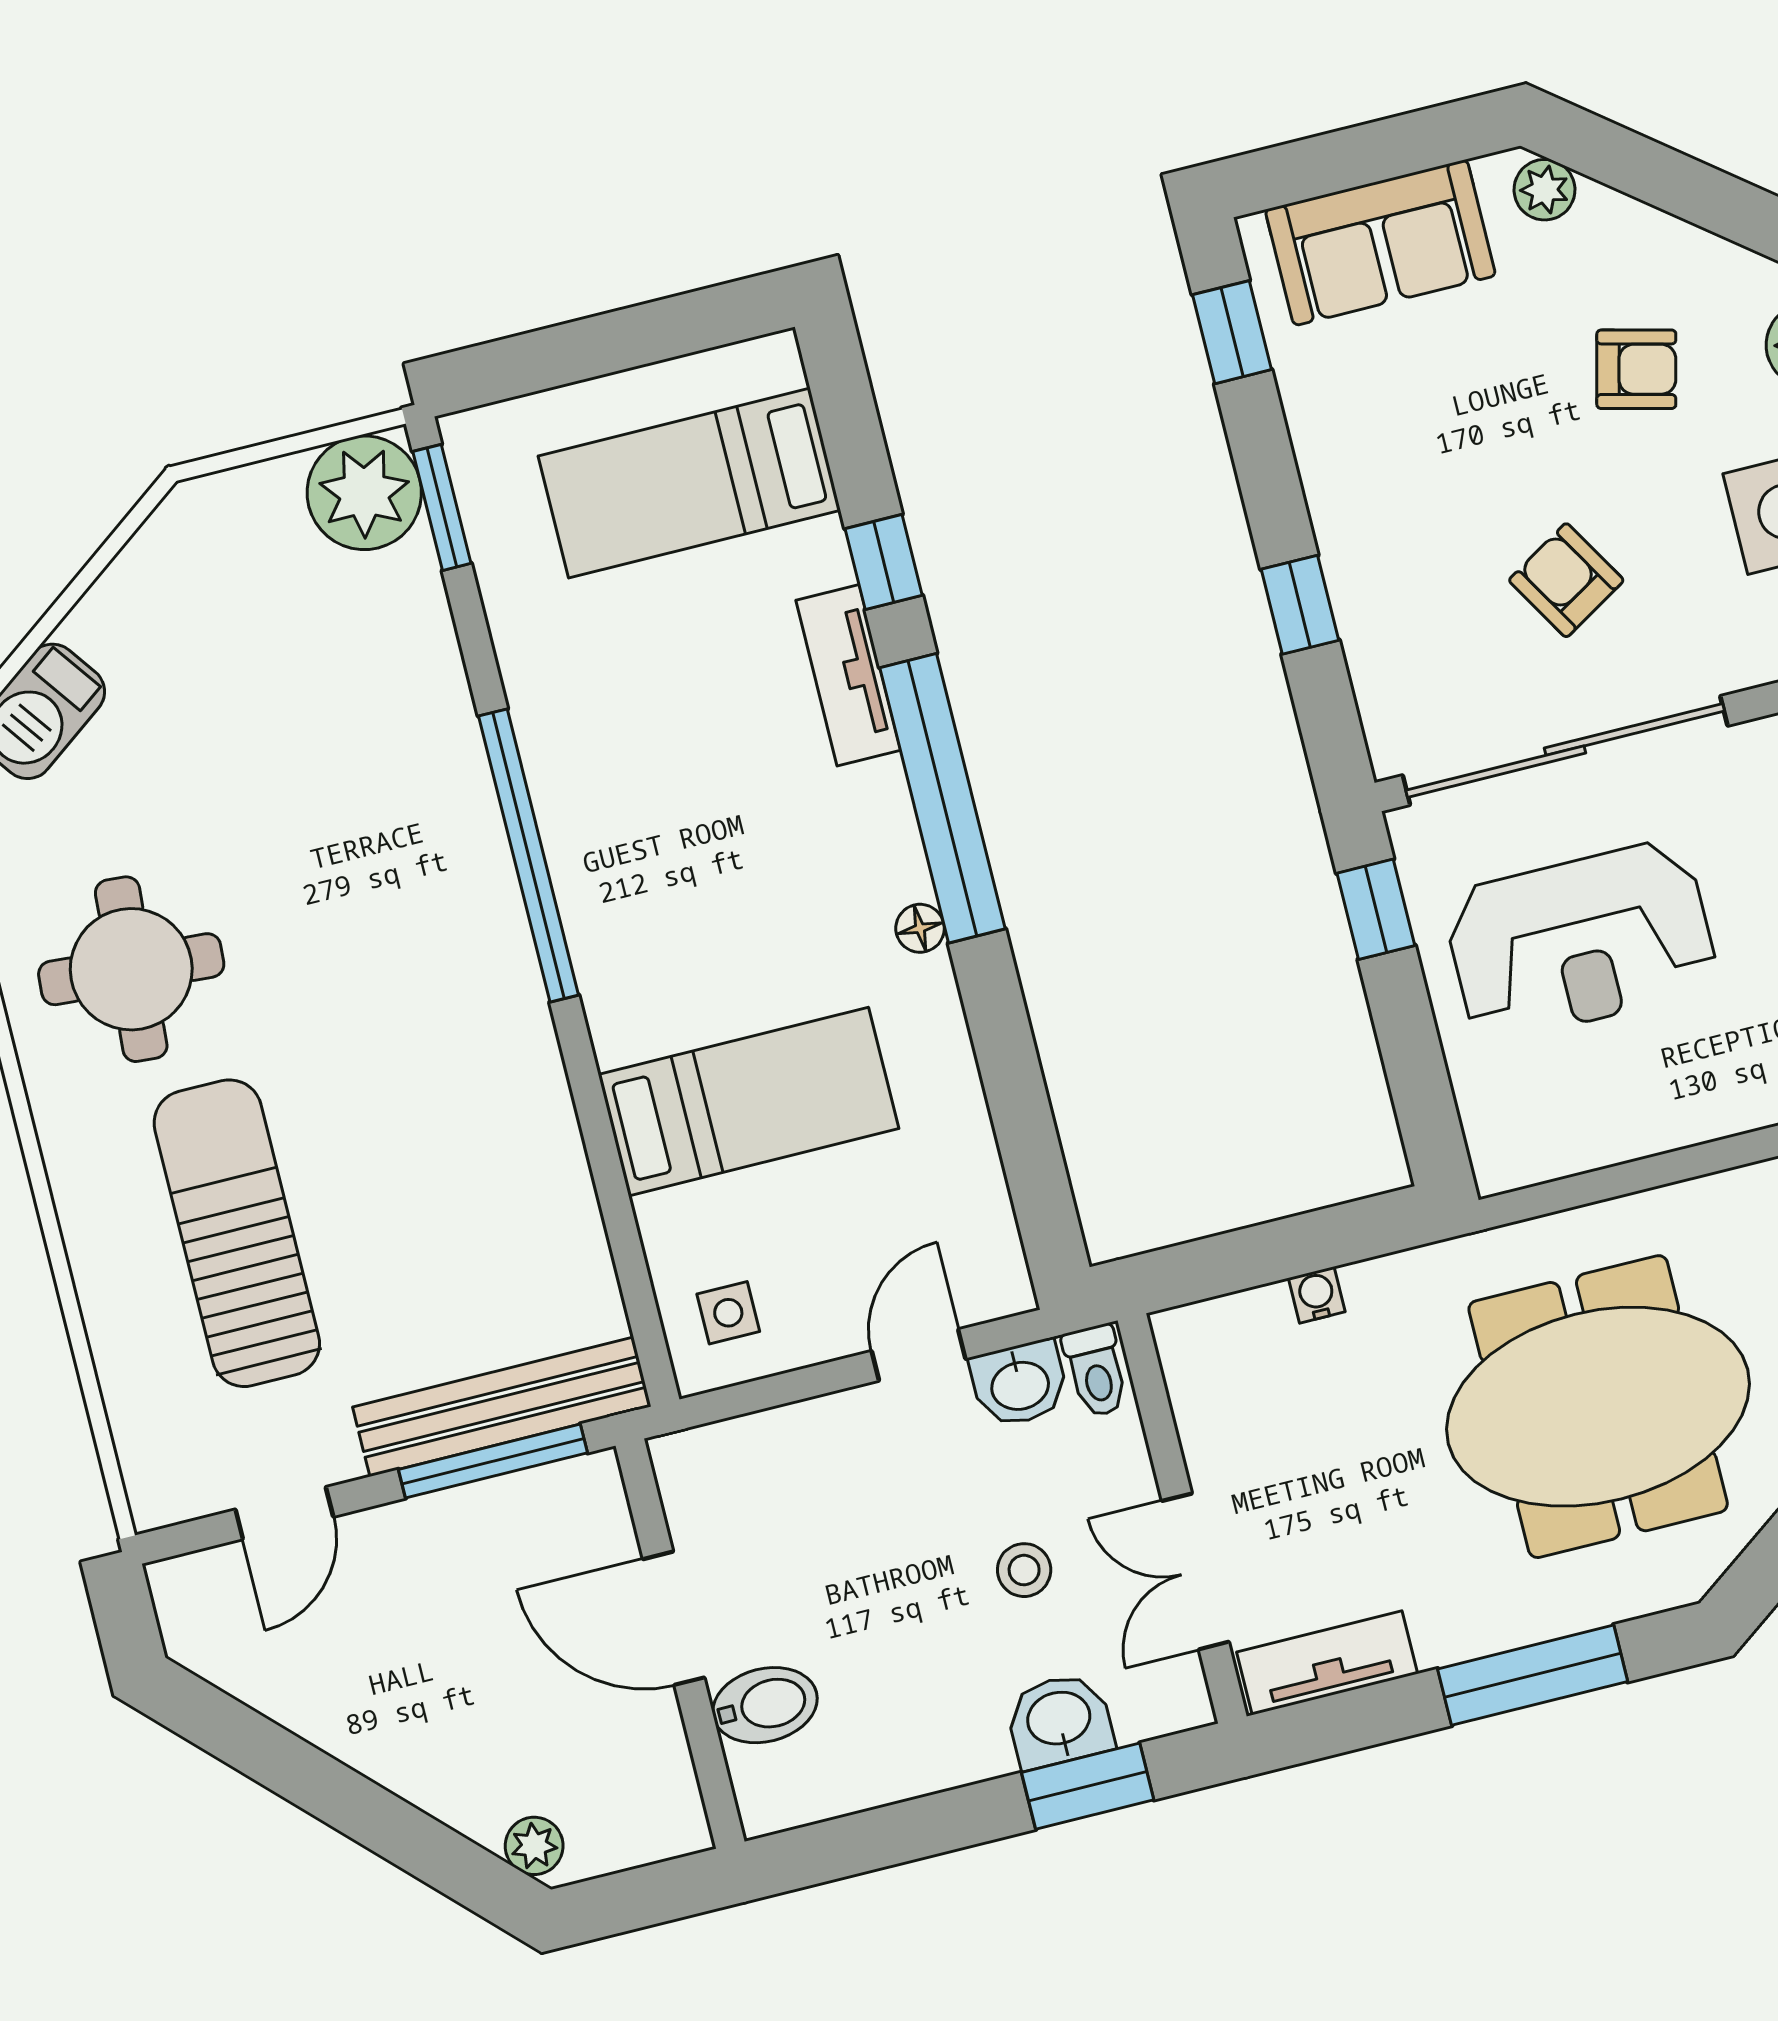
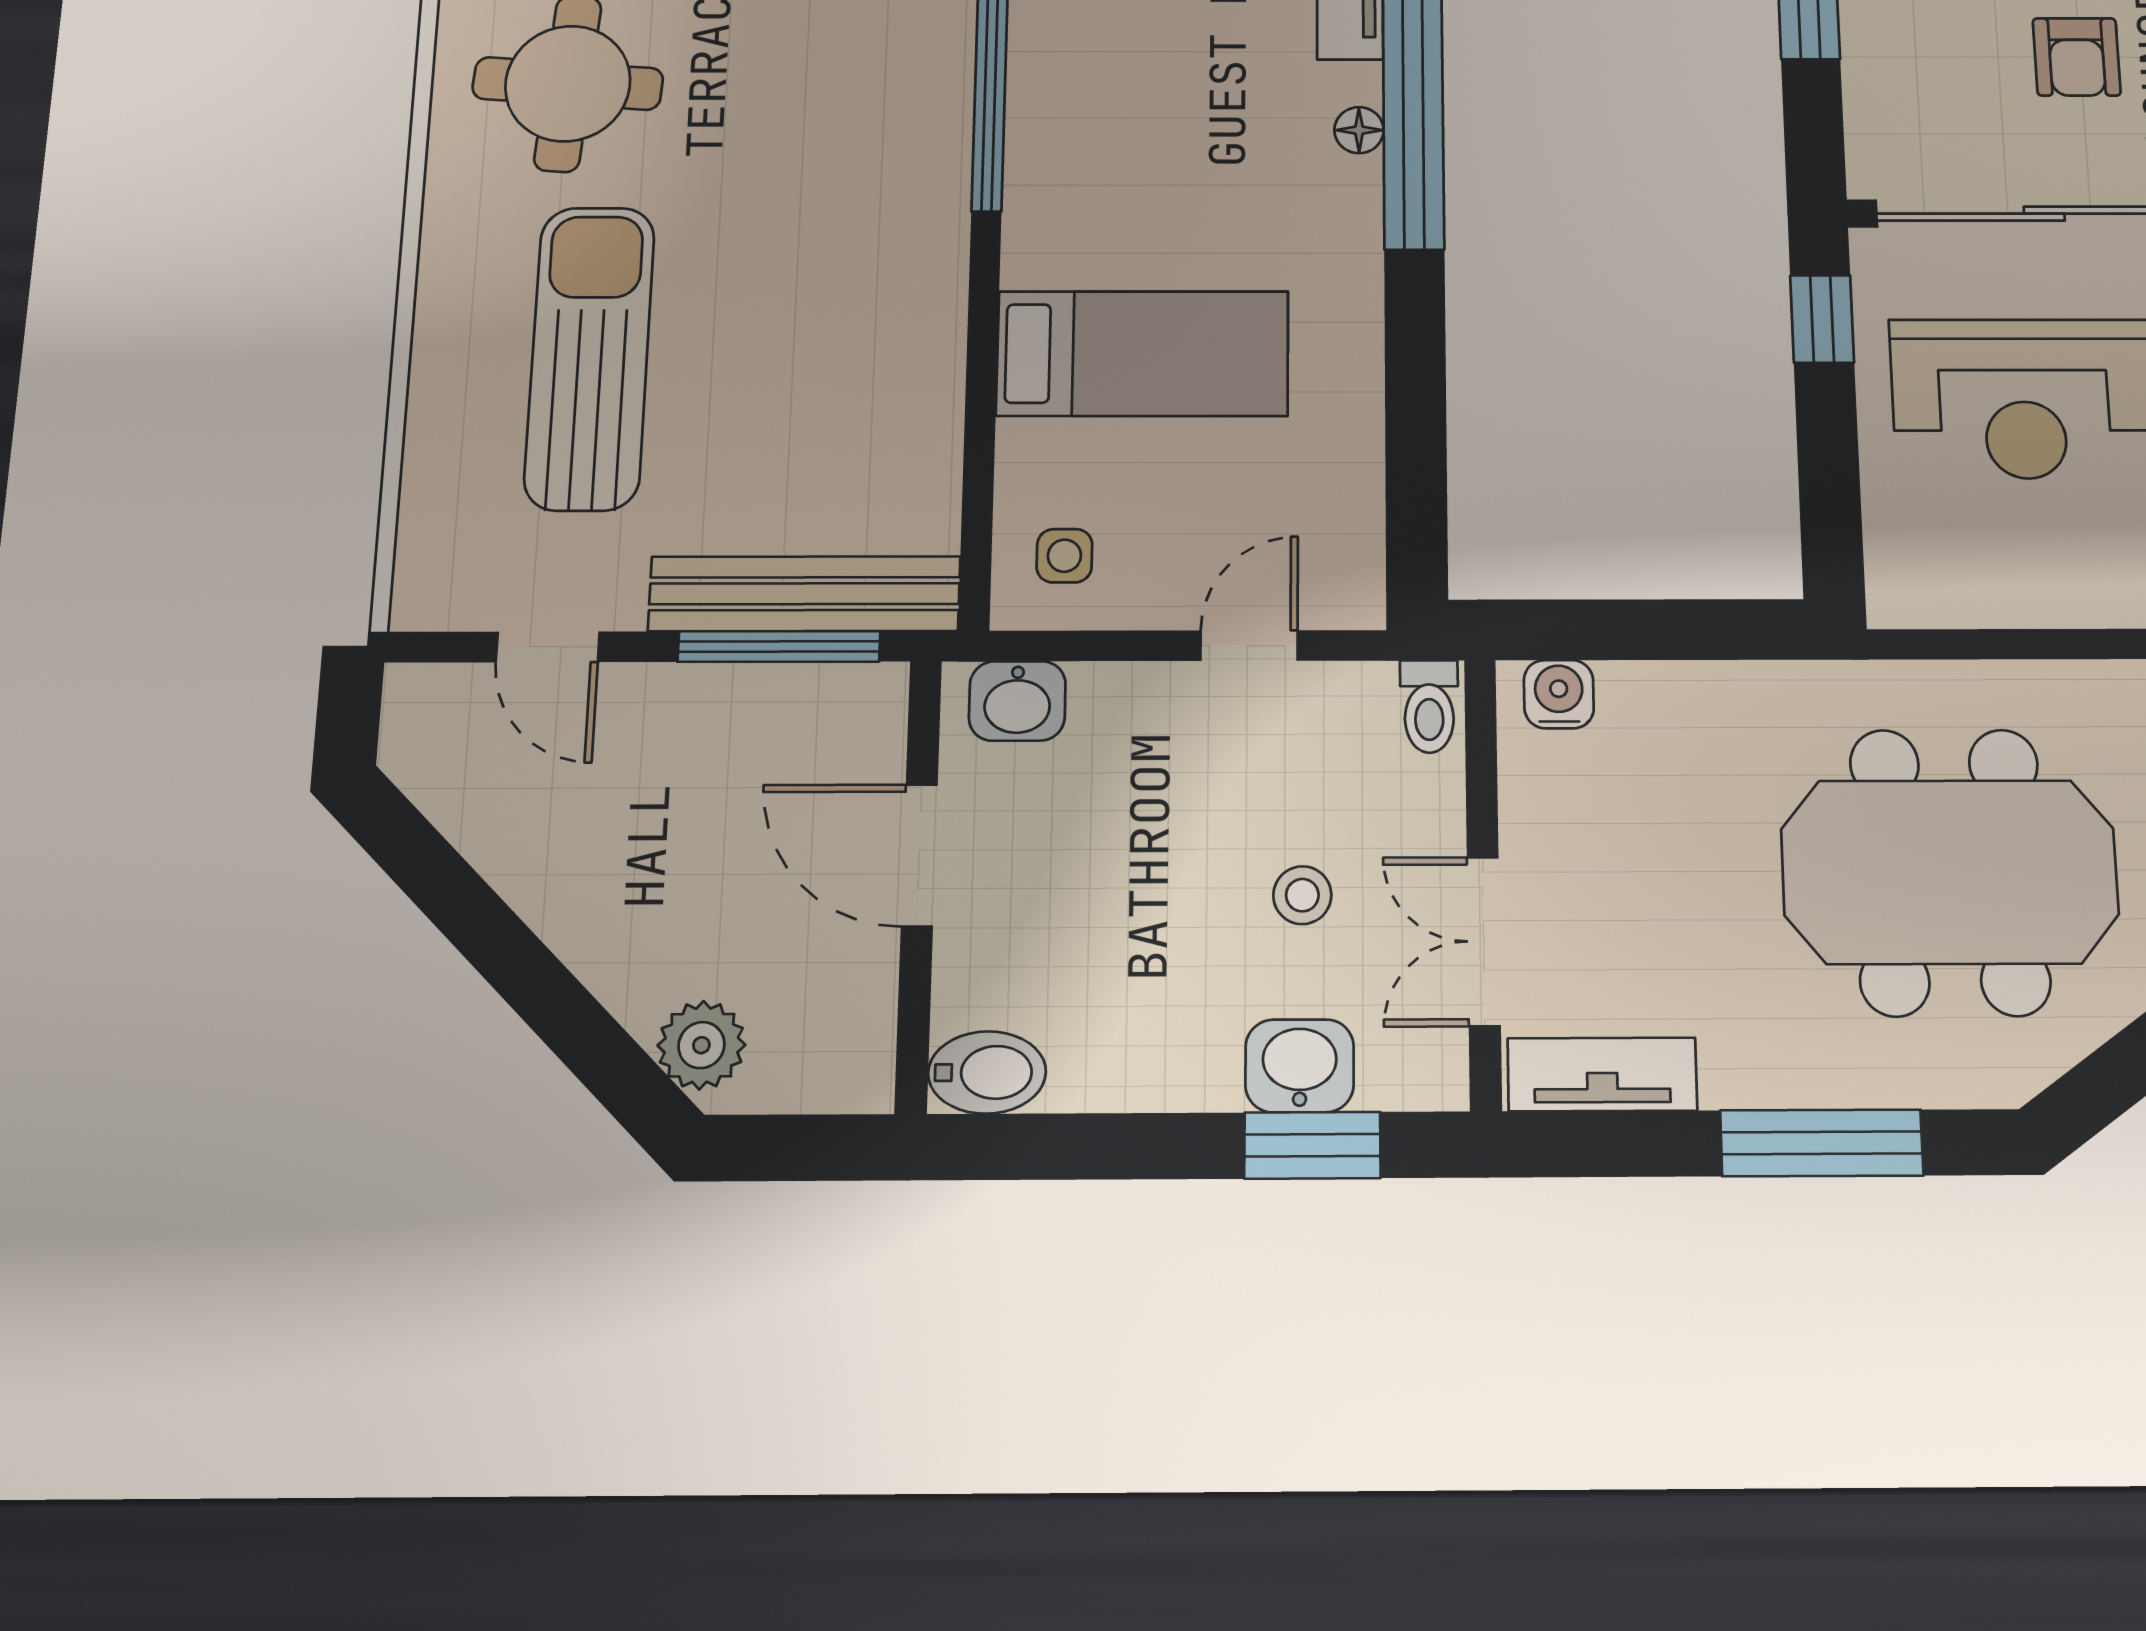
armchair: (1566, 580) -> (2077, 57), turned -149
floor lamp: (920, 928) -> (1359, 130), moved
water cooler: (1317, 1295) -> (1559, 694), moved, width x1.38, depth x1.38
washbasin: (1020, 1384) -> (1017, 701), moved
door: (284, 1513) -> (548, 647), hinge flipped
bidet: (765, 1705) -> (987, 1072), moved
plant: (534, 1846) -> (701, 1045), width x1.38, depth x1.38

